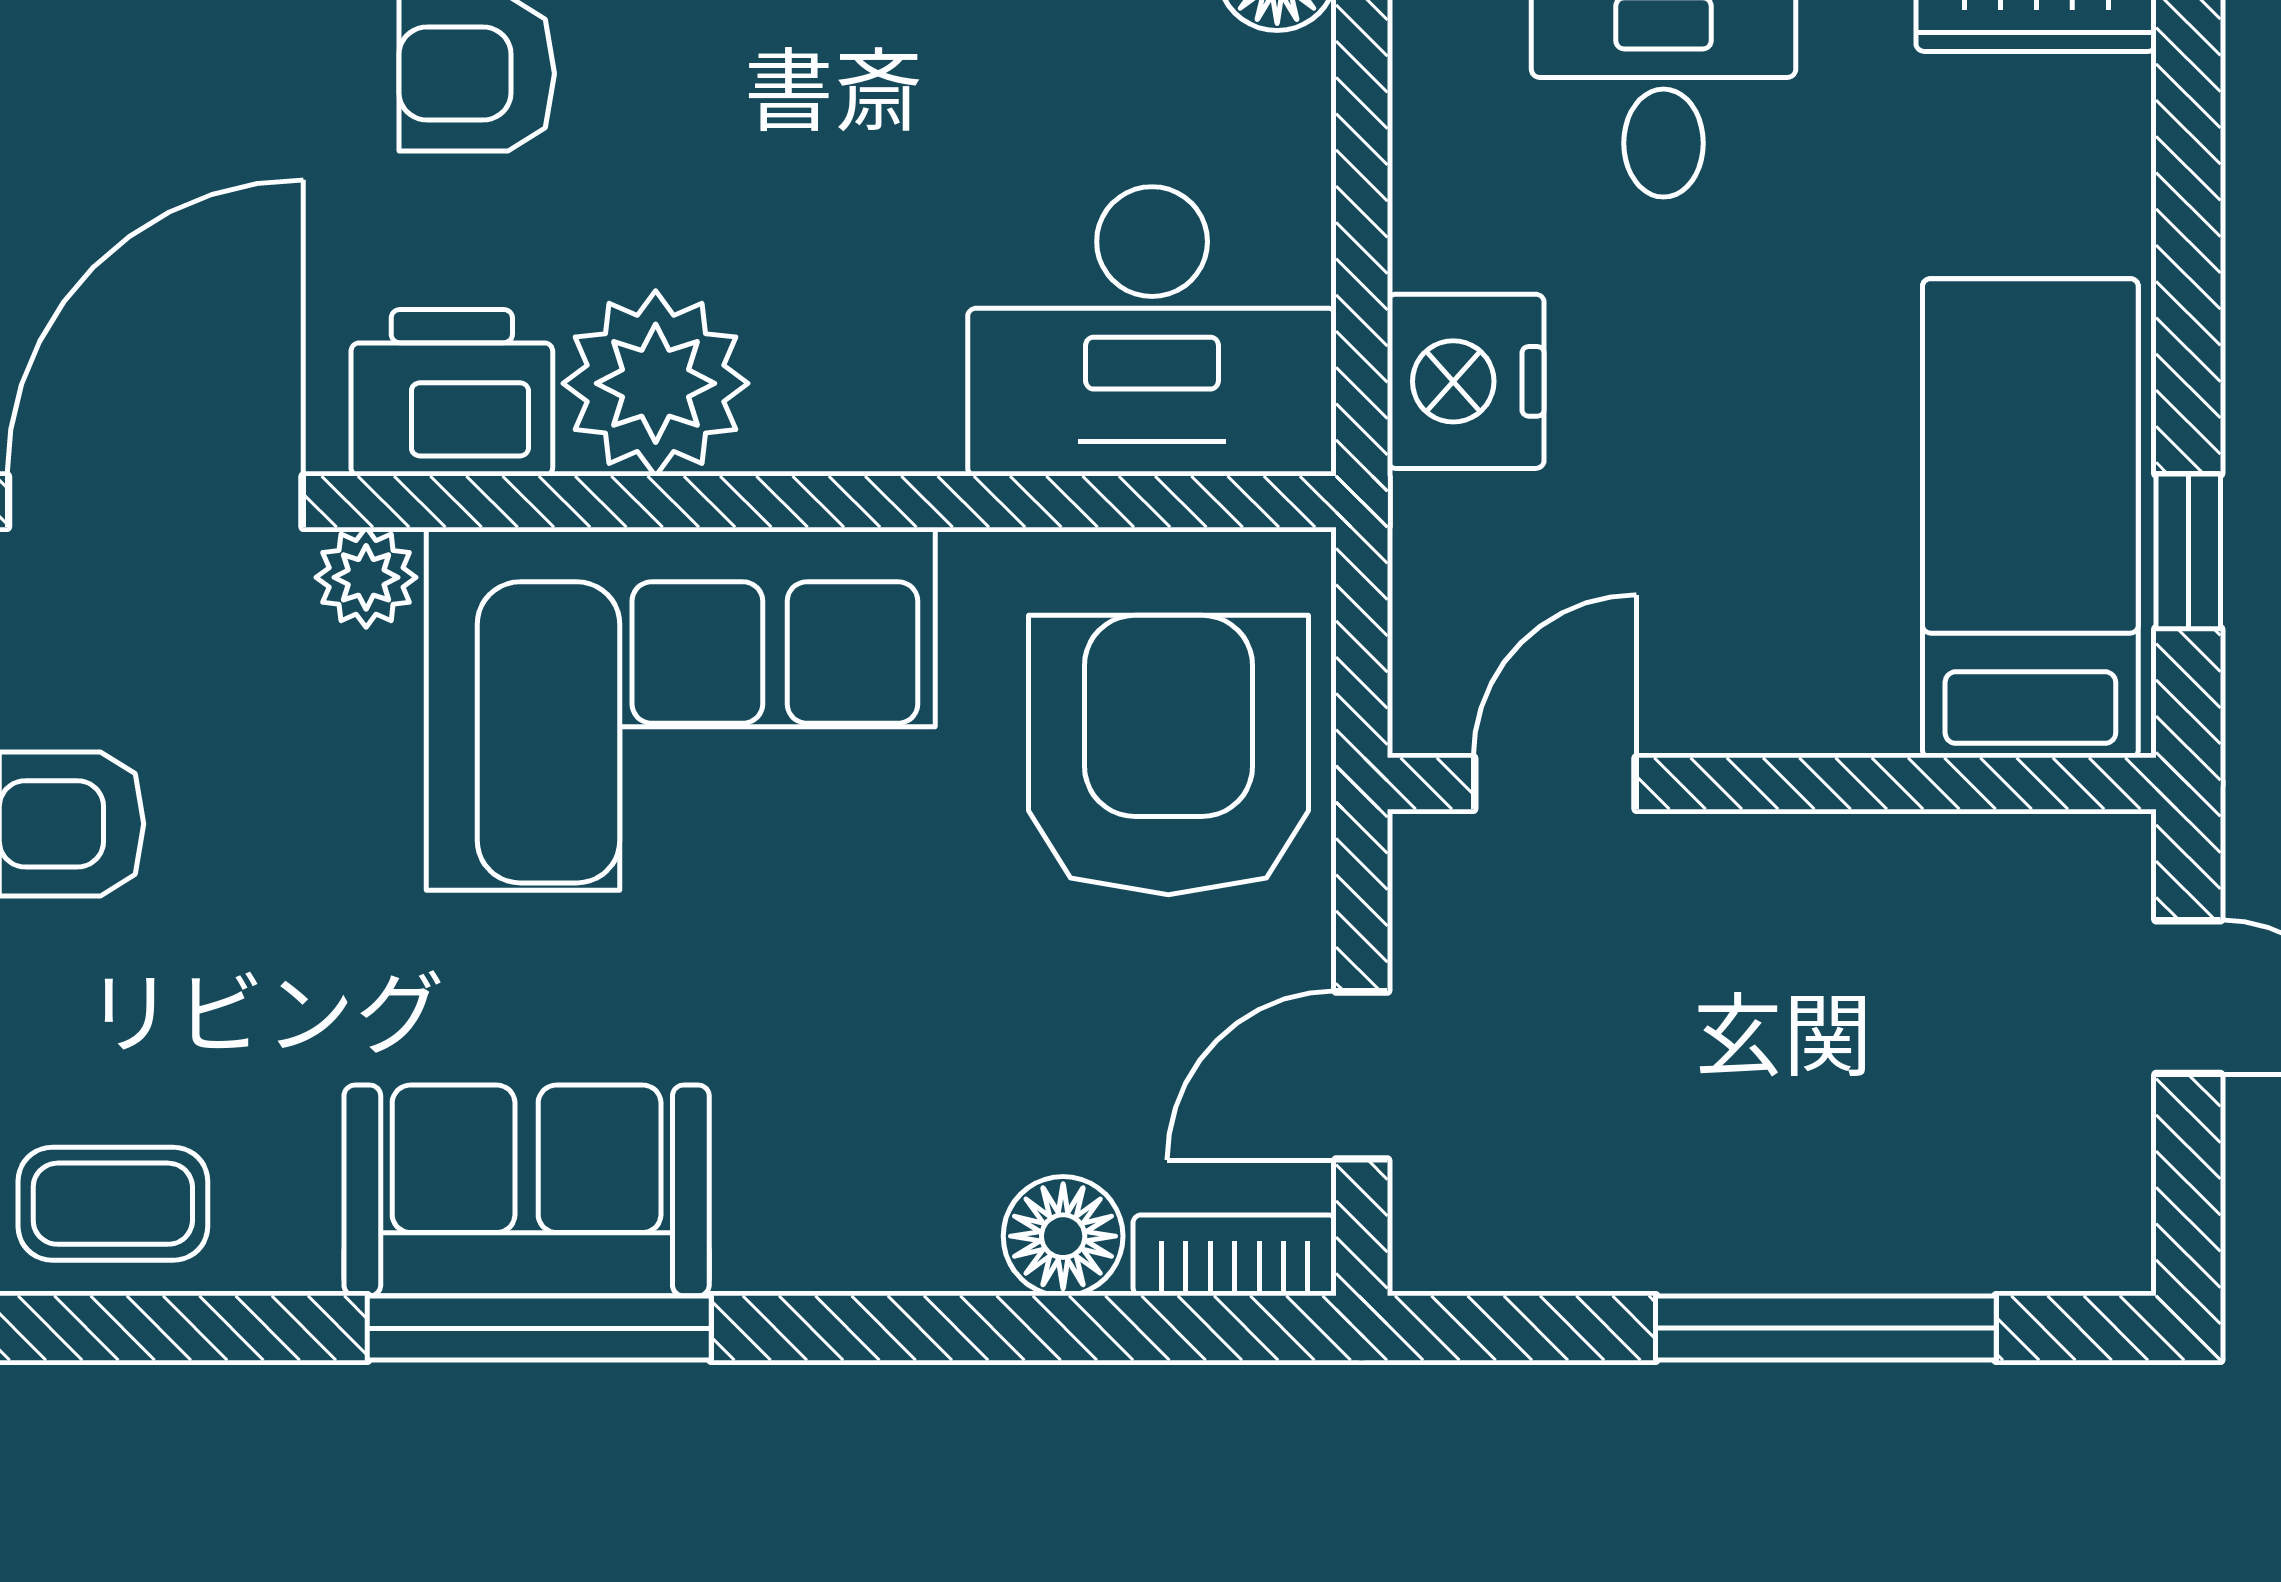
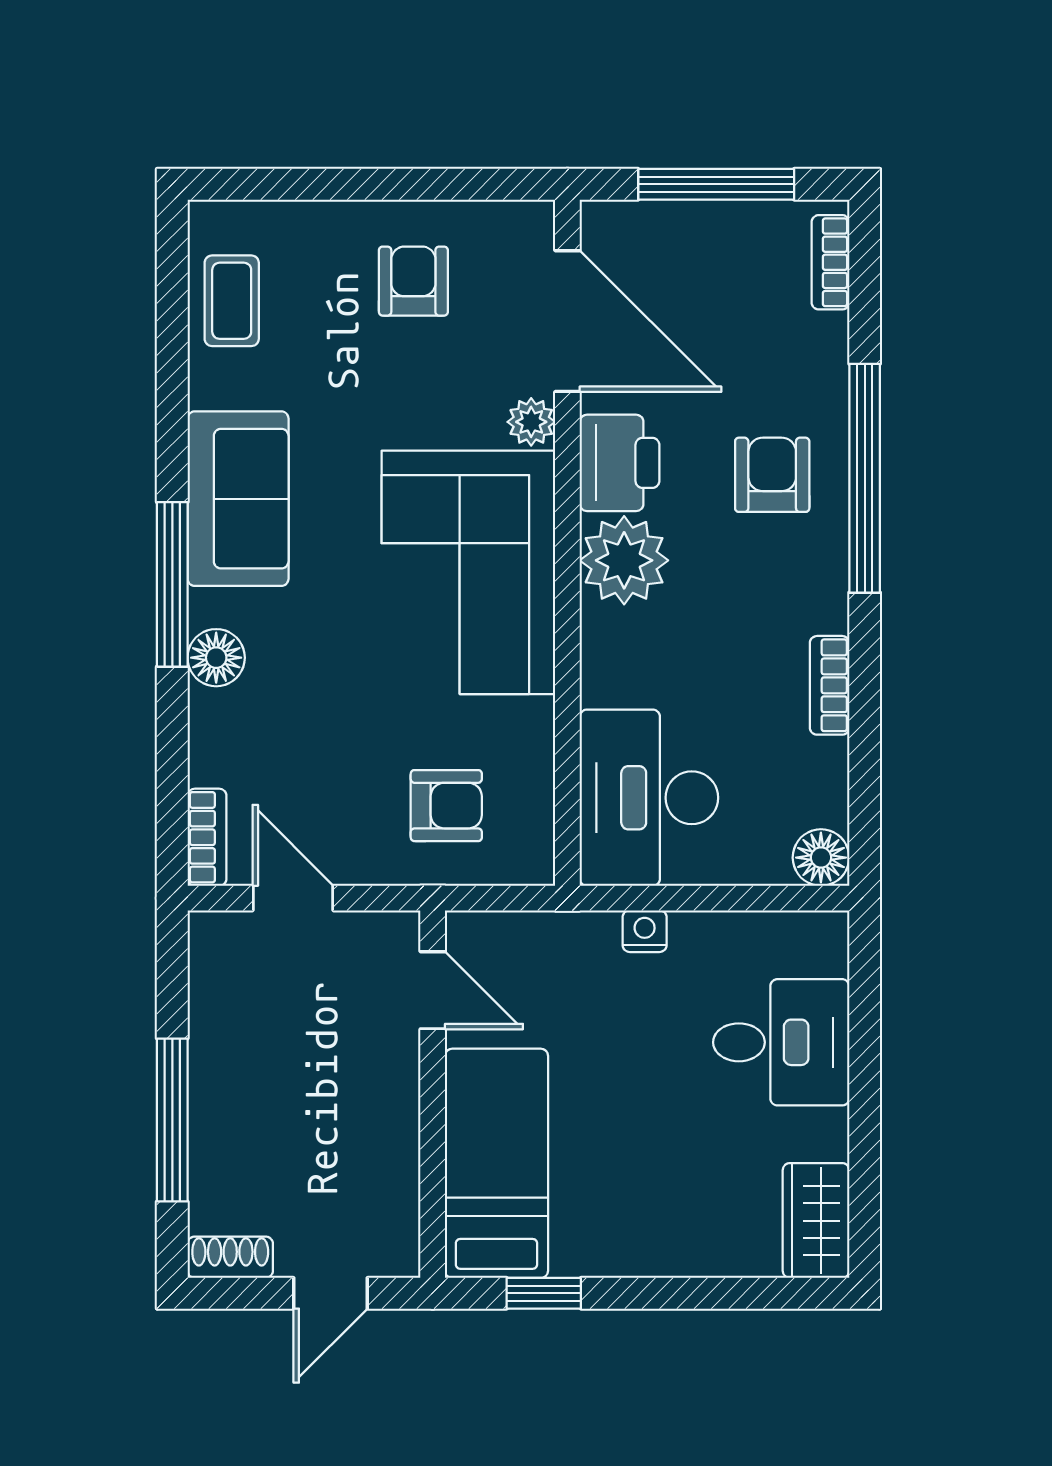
nightstand: (1466, 381) -> (645, 931), width x0.53, depth x0.56
bed: (2030, 518) -> (496, 1163), moved, turned -90
armchair: (1168, 755) -> (446, 806), width x0.53, depth x0.53
shoe rack: (2113, 1207) -> (230, 1257), added
floor lamp: (1063, 1236) -> (216, 658), moved
window: (539, 1328) -> (172, 584), moved

